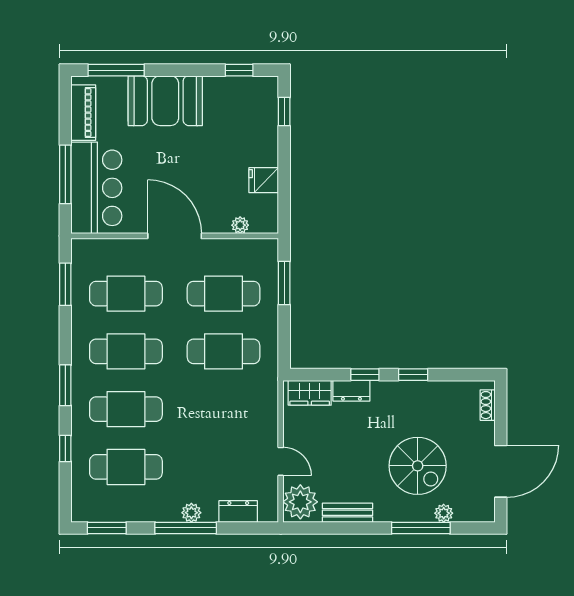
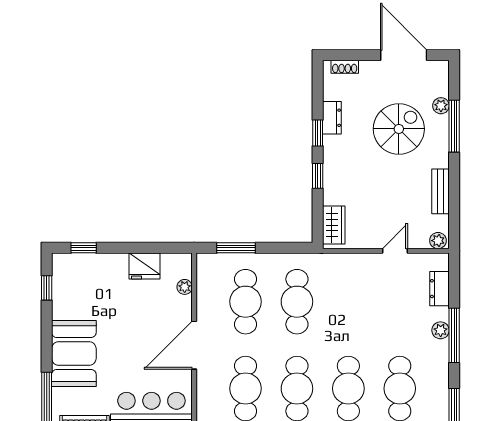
fridge: (264, 180) -> (145, 266), width x1.38
dresser: (351, 391) -> (332, 118), moved
plant: (300, 502) -> (438, 241), width x0.53, depth x0.53

